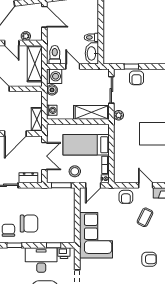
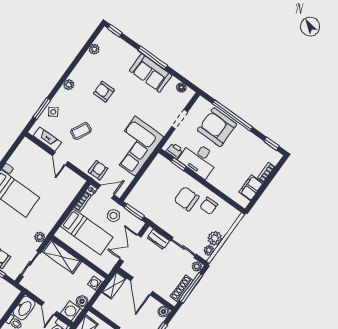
door: (15, 134) -> (142, 286), swing flipped
armchair: (126, 197) -> (98, 170), moved
window: (14, 245) -> (213, 189), removed

